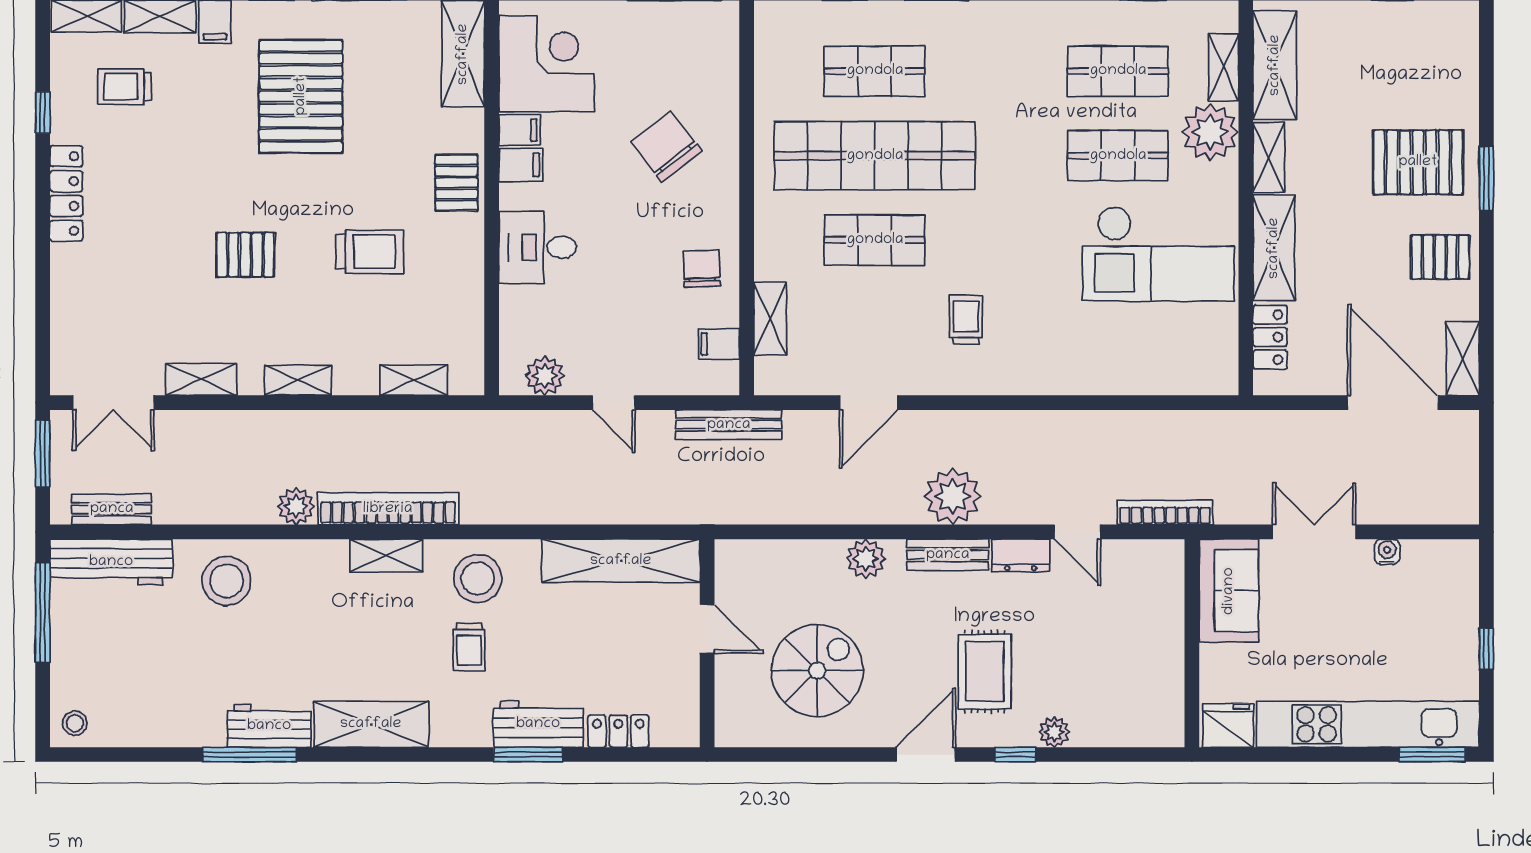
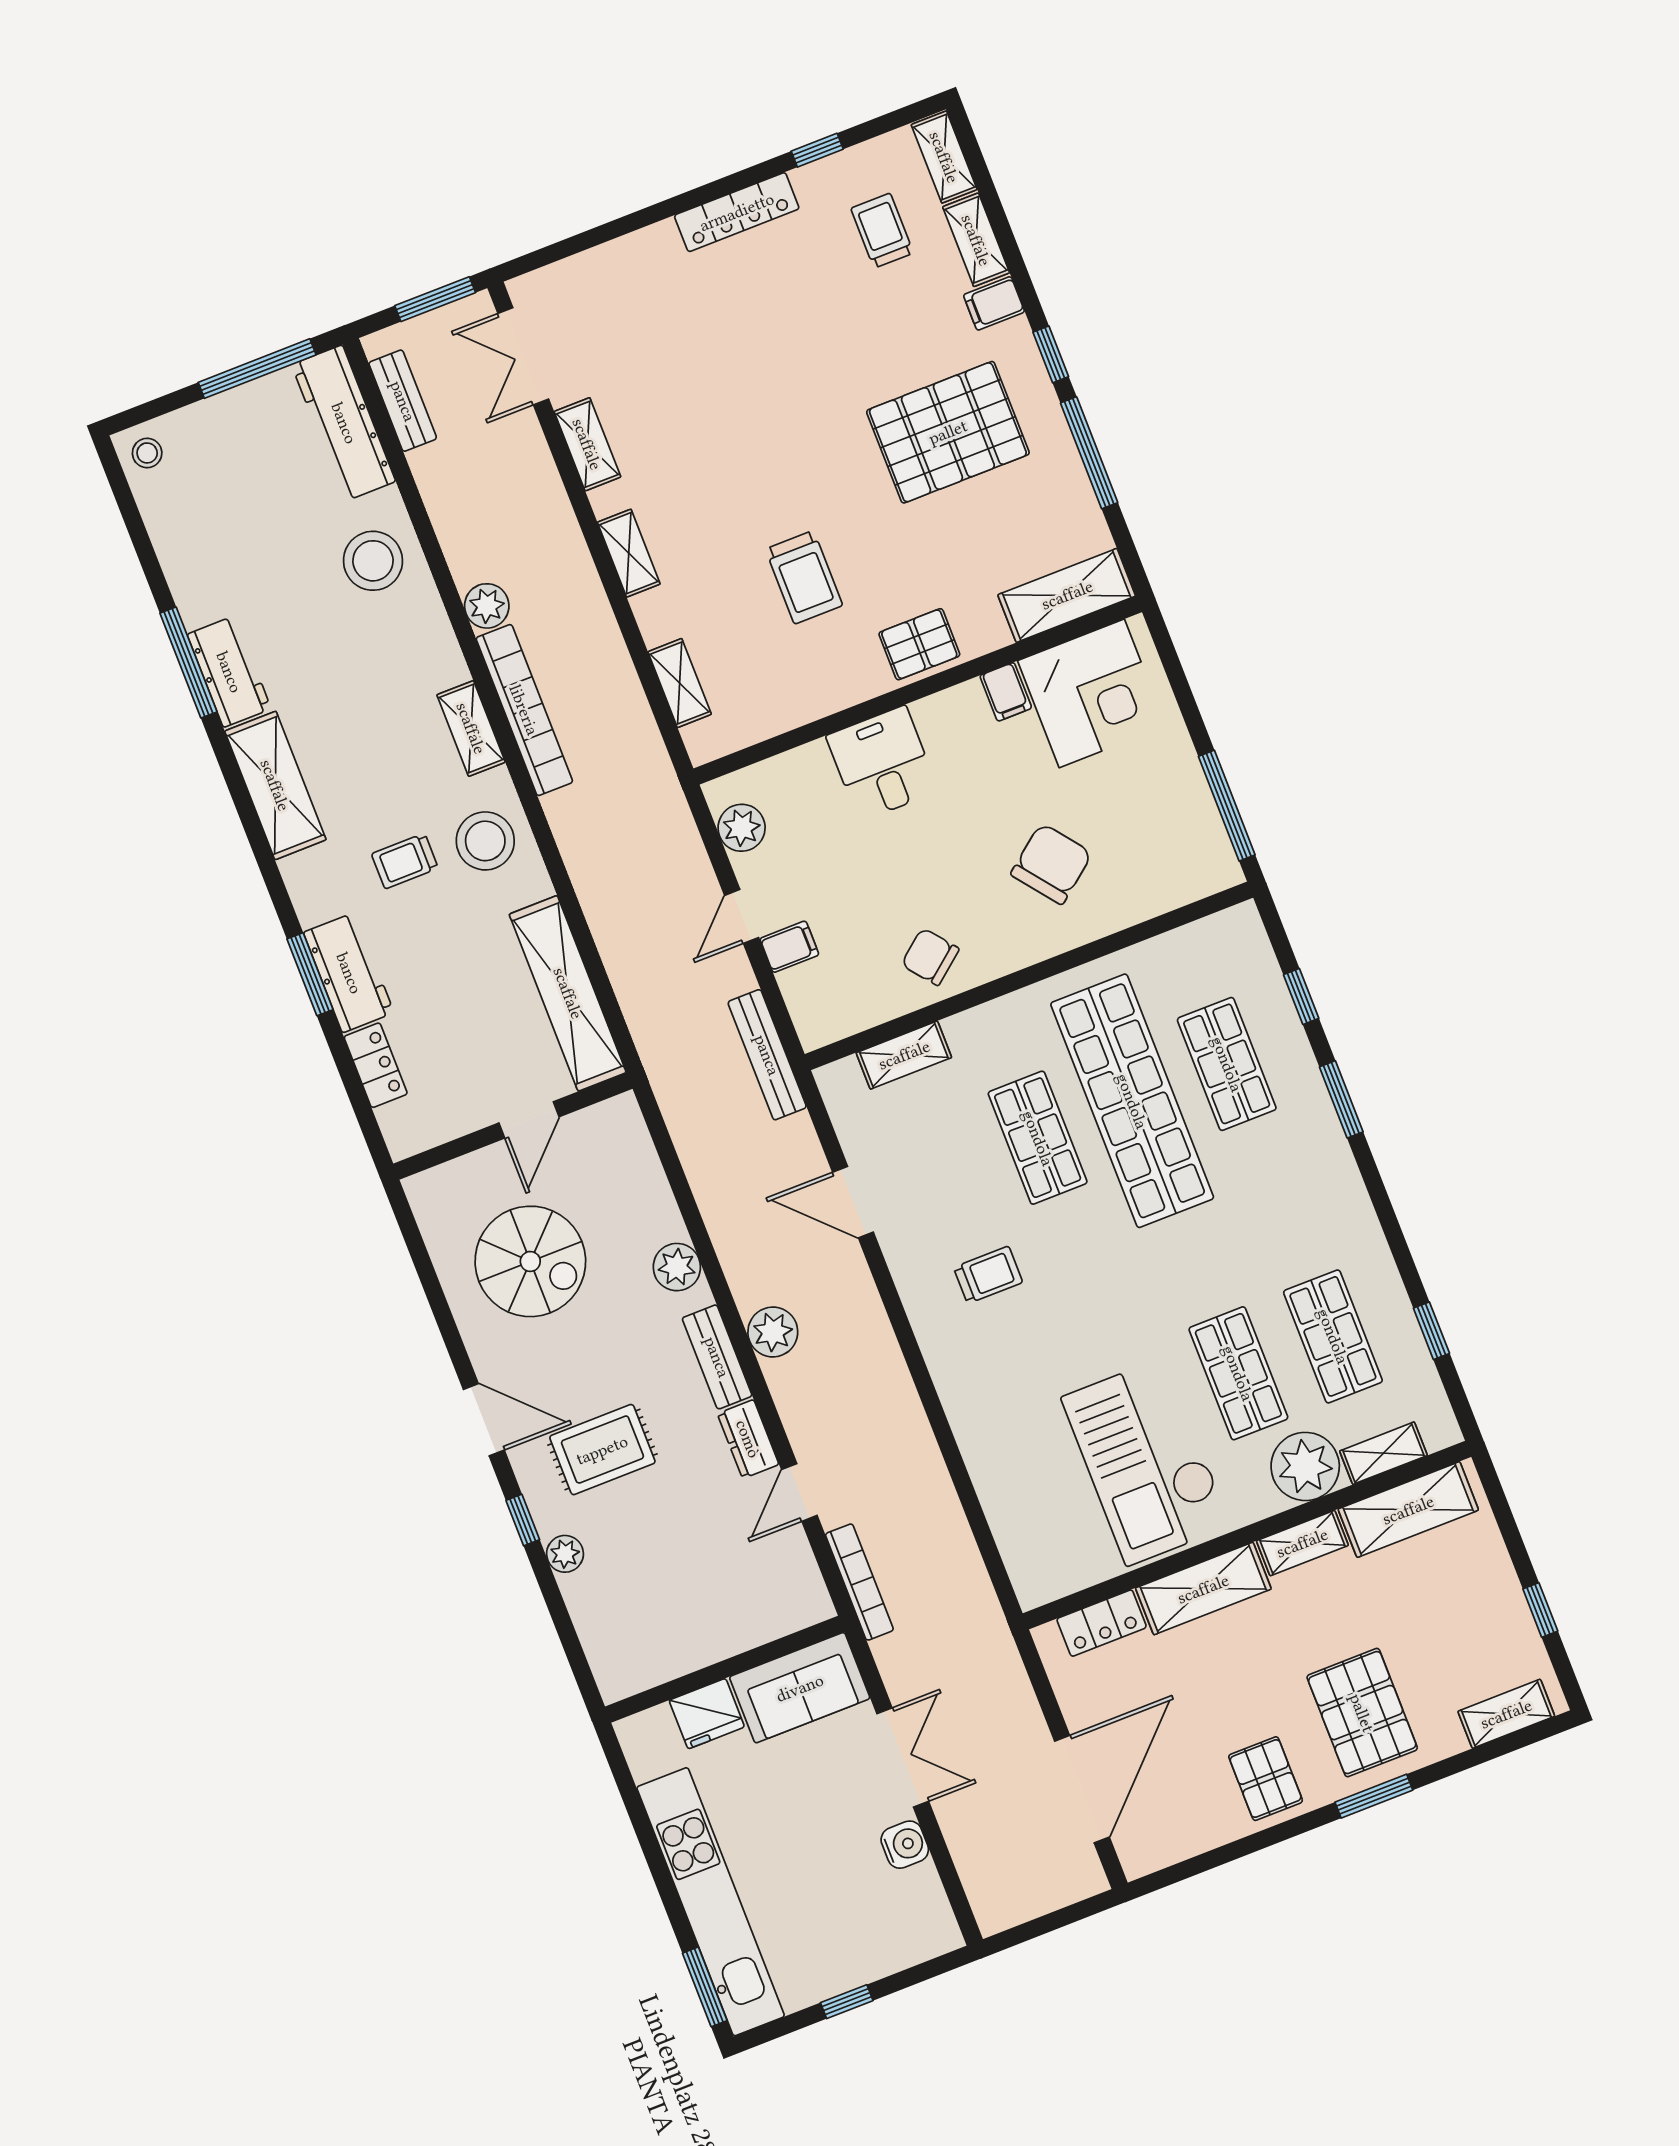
filing cabinet: (521, 165) -> (967, 709), removed
pallet: (245, 255) -> (746, 439), removed
chair: (702, 269) -> (930, 957), turned -127
filing cabinet: (719, 344) -> (789, 947), moved, turned 90
shelving: (1463, 359) -> (1506, 1714), moved
plant: (953, 496) -> (773, 1332), width x0.73, depth x0.73
water cooler: (1387, 552) -> (905, 1845), width x1.38, depth x1.38
fridge: (1228, 725) -> (707, 1714), moved, turned 90

